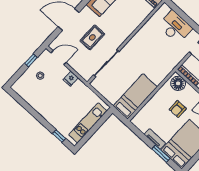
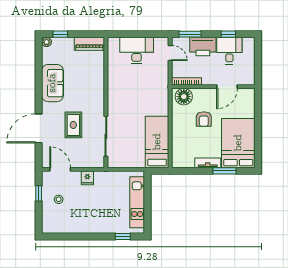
door: (59, 58) -> (60, 169), hinge flipped

